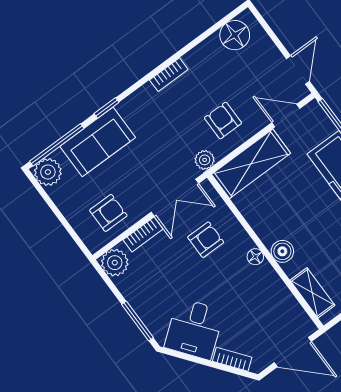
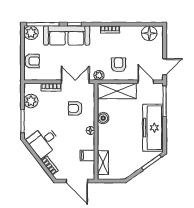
sofa: (98, 142) -> (67, 35), width x1.36
double door: (175, 198) -> (75, 82), swing flipped
armchair: (108, 213) -> (32, 61), moved
armchair: (206, 240) -> (75, 108), turned 180
boiler: (282, 251) -> (103, 118), moved
plant: (115, 263) -> (31, 101), moved
filing cabinet: (280, 300) -> (87, 155), added

